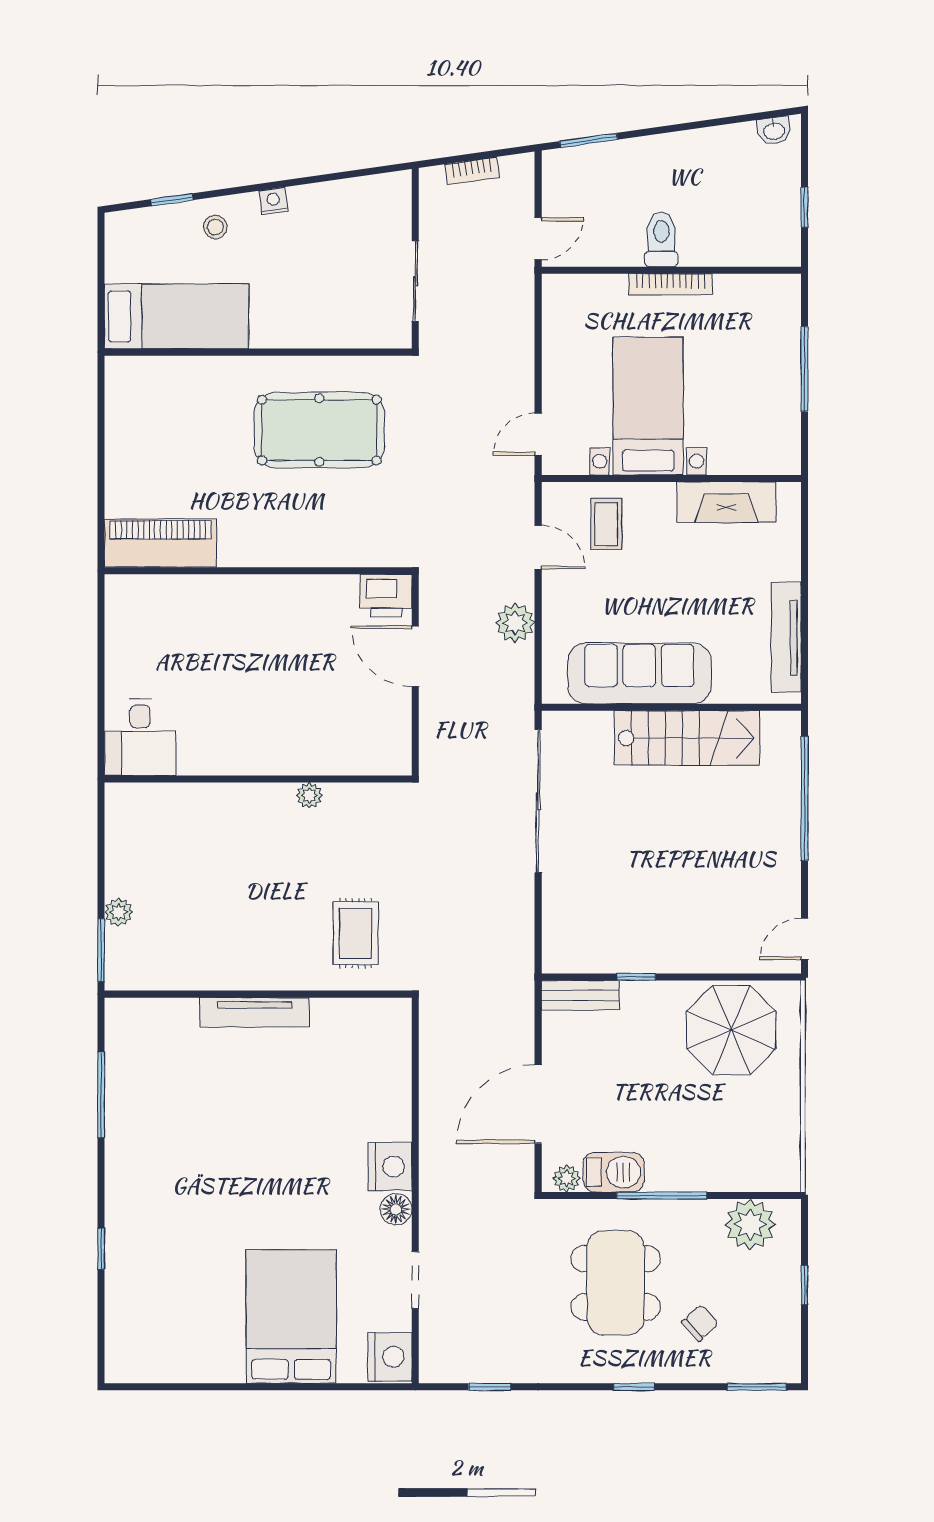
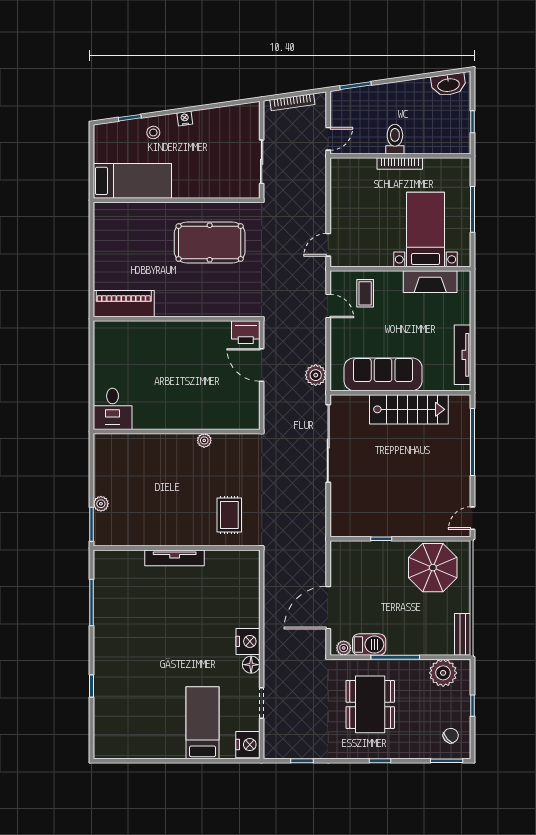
washbasin: (774, 131) -> (448, 85), width x1.91, depth x1.45
bookcase: (472, 171) -> (292, 102), width x1.56
bed with nightstands: (648, 406) -> (426, 229), moved
plant: (515, 623) -> (316, 375), moved
bench: (580, 995) -> (463, 634), moved, turned 90
bed: (291, 1317) -> (203, 723), width x0.67
chair: (700, 1323) -> (451, 736), moved

